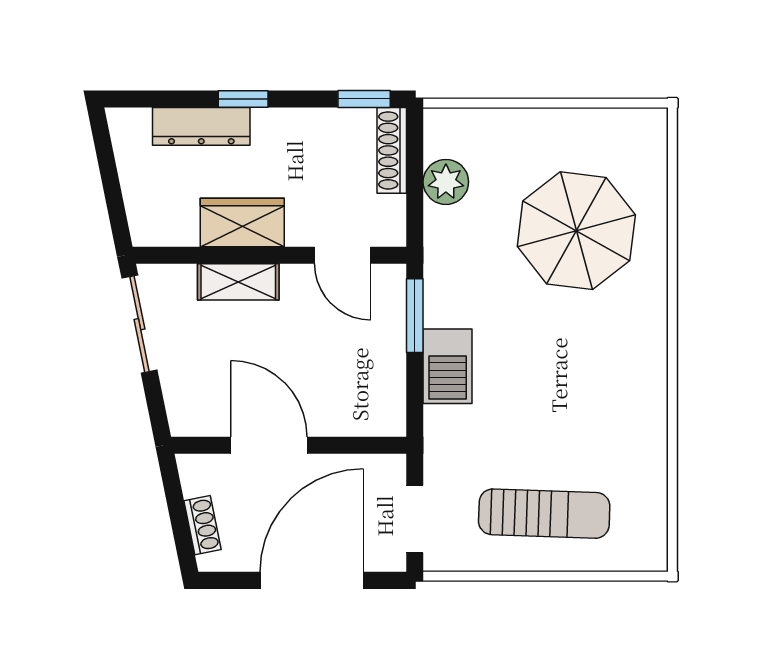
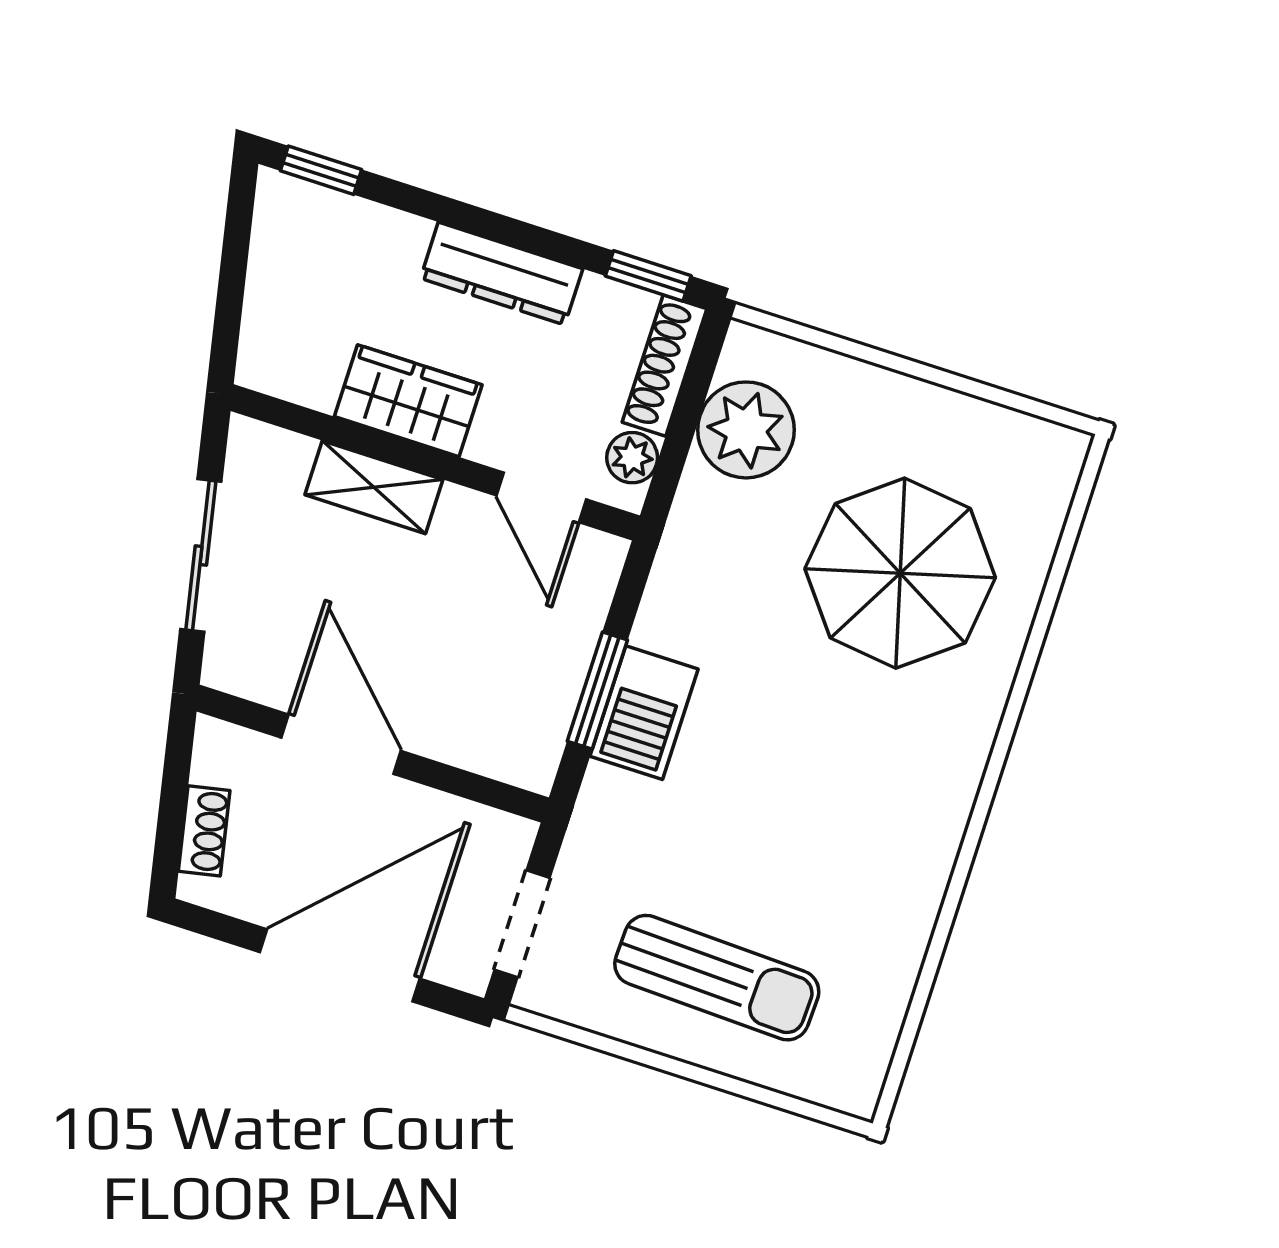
window: (243, 99) -> (321, 170), moved
dresser: (201, 126) -> (502, 274), moved
plant: (446, 182) -> (746, 430), width x1.36, depth x1.36
plant: (390, 213) -> (632, 458), added
window: (415, 316) -> (597, 691), moved
sliding door: (139, 324) -> (201, 556), moved

